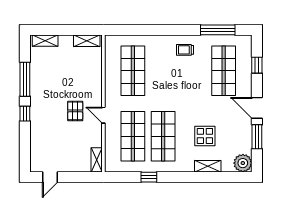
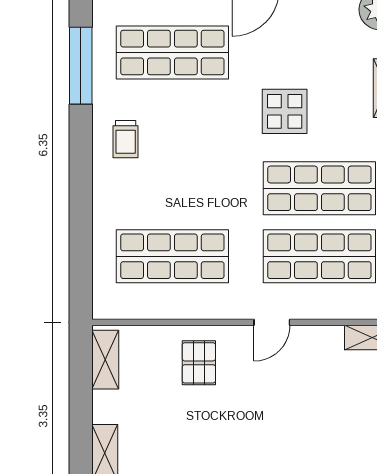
pallet: (75, 111) -> (199, 363), moved, turned 90
display table: (205, 136) -> (285, 111), moved

